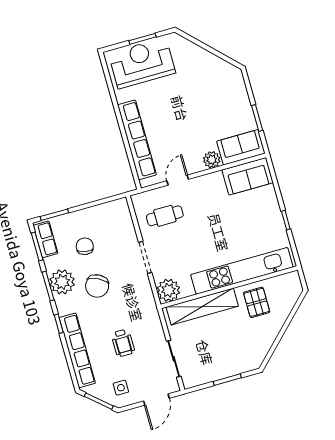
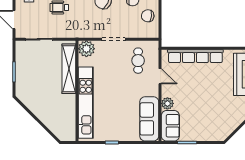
sofa: (248, 176) -> (149, 119), width x1.36
chair: (100, 220) -> (148, 16), added
pallet: (257, 302) -> (61, 107), removed

